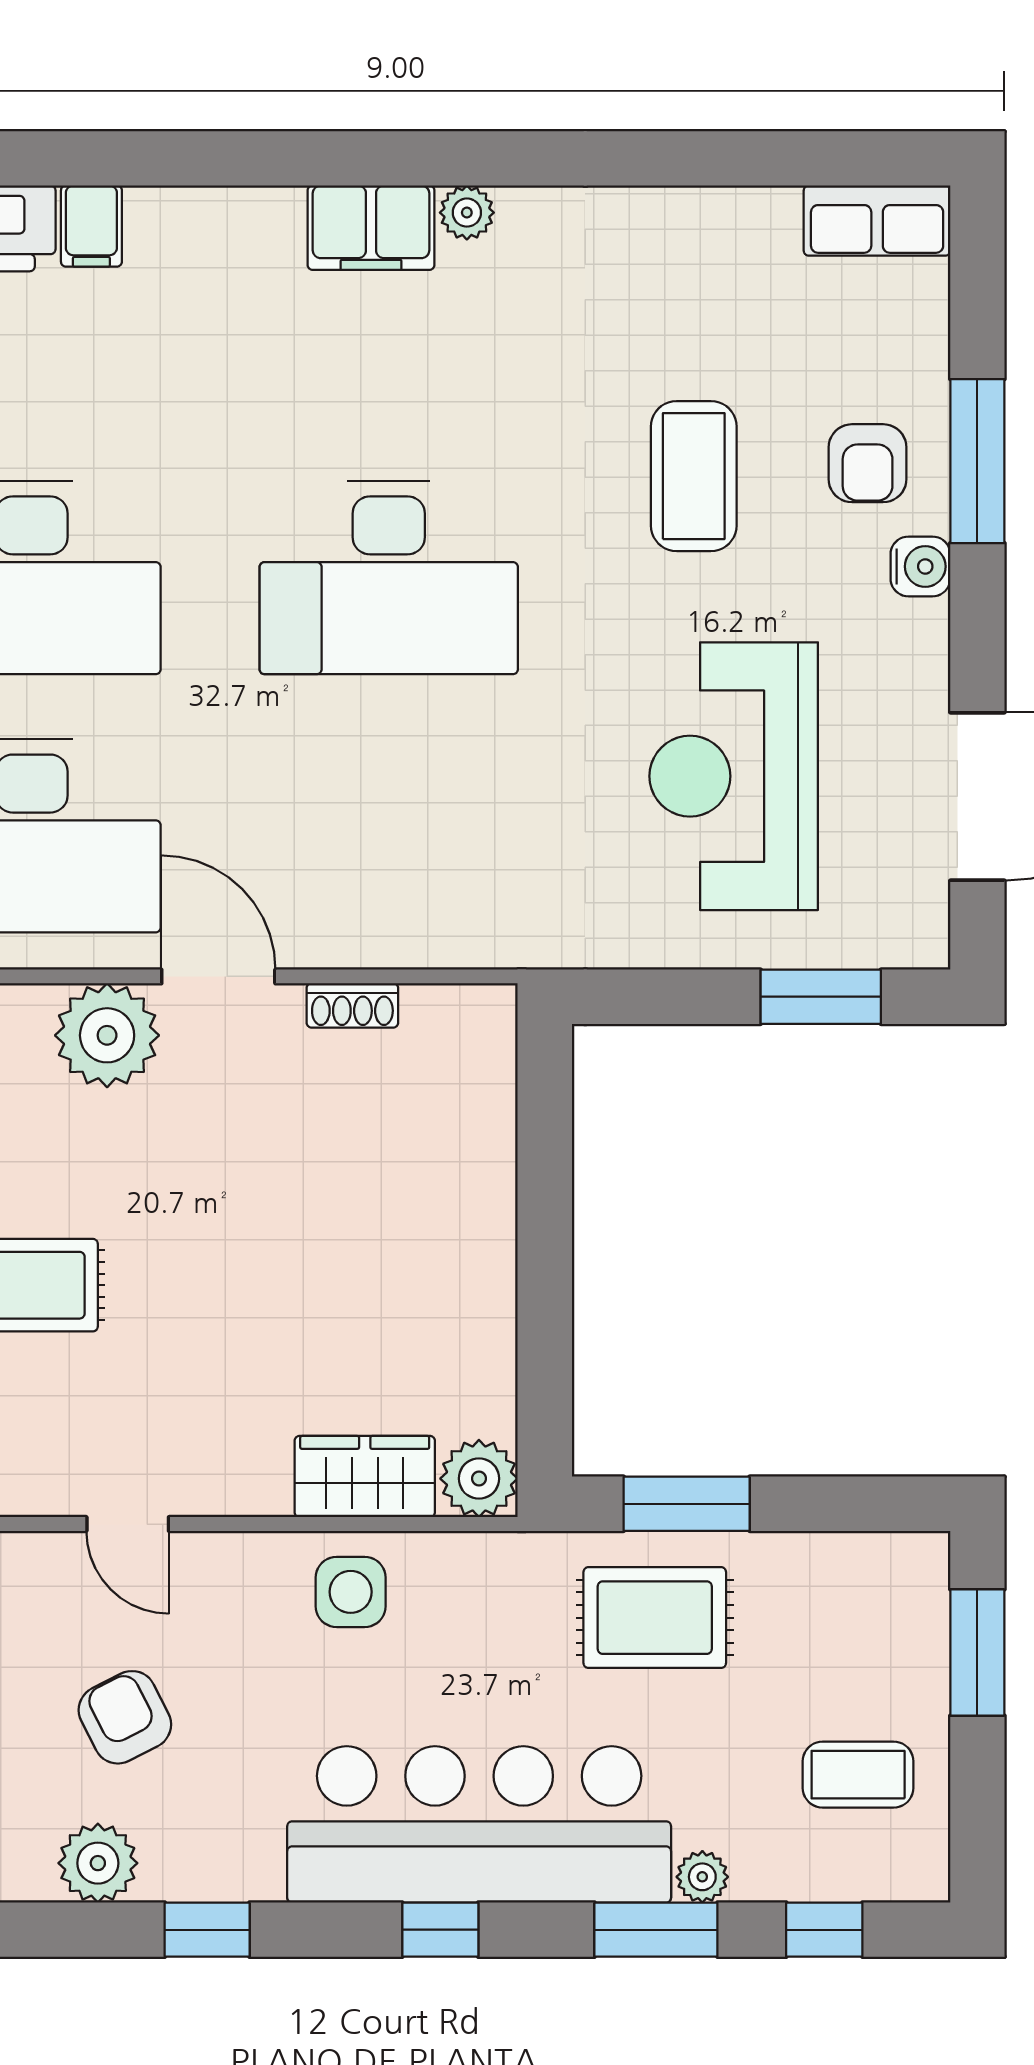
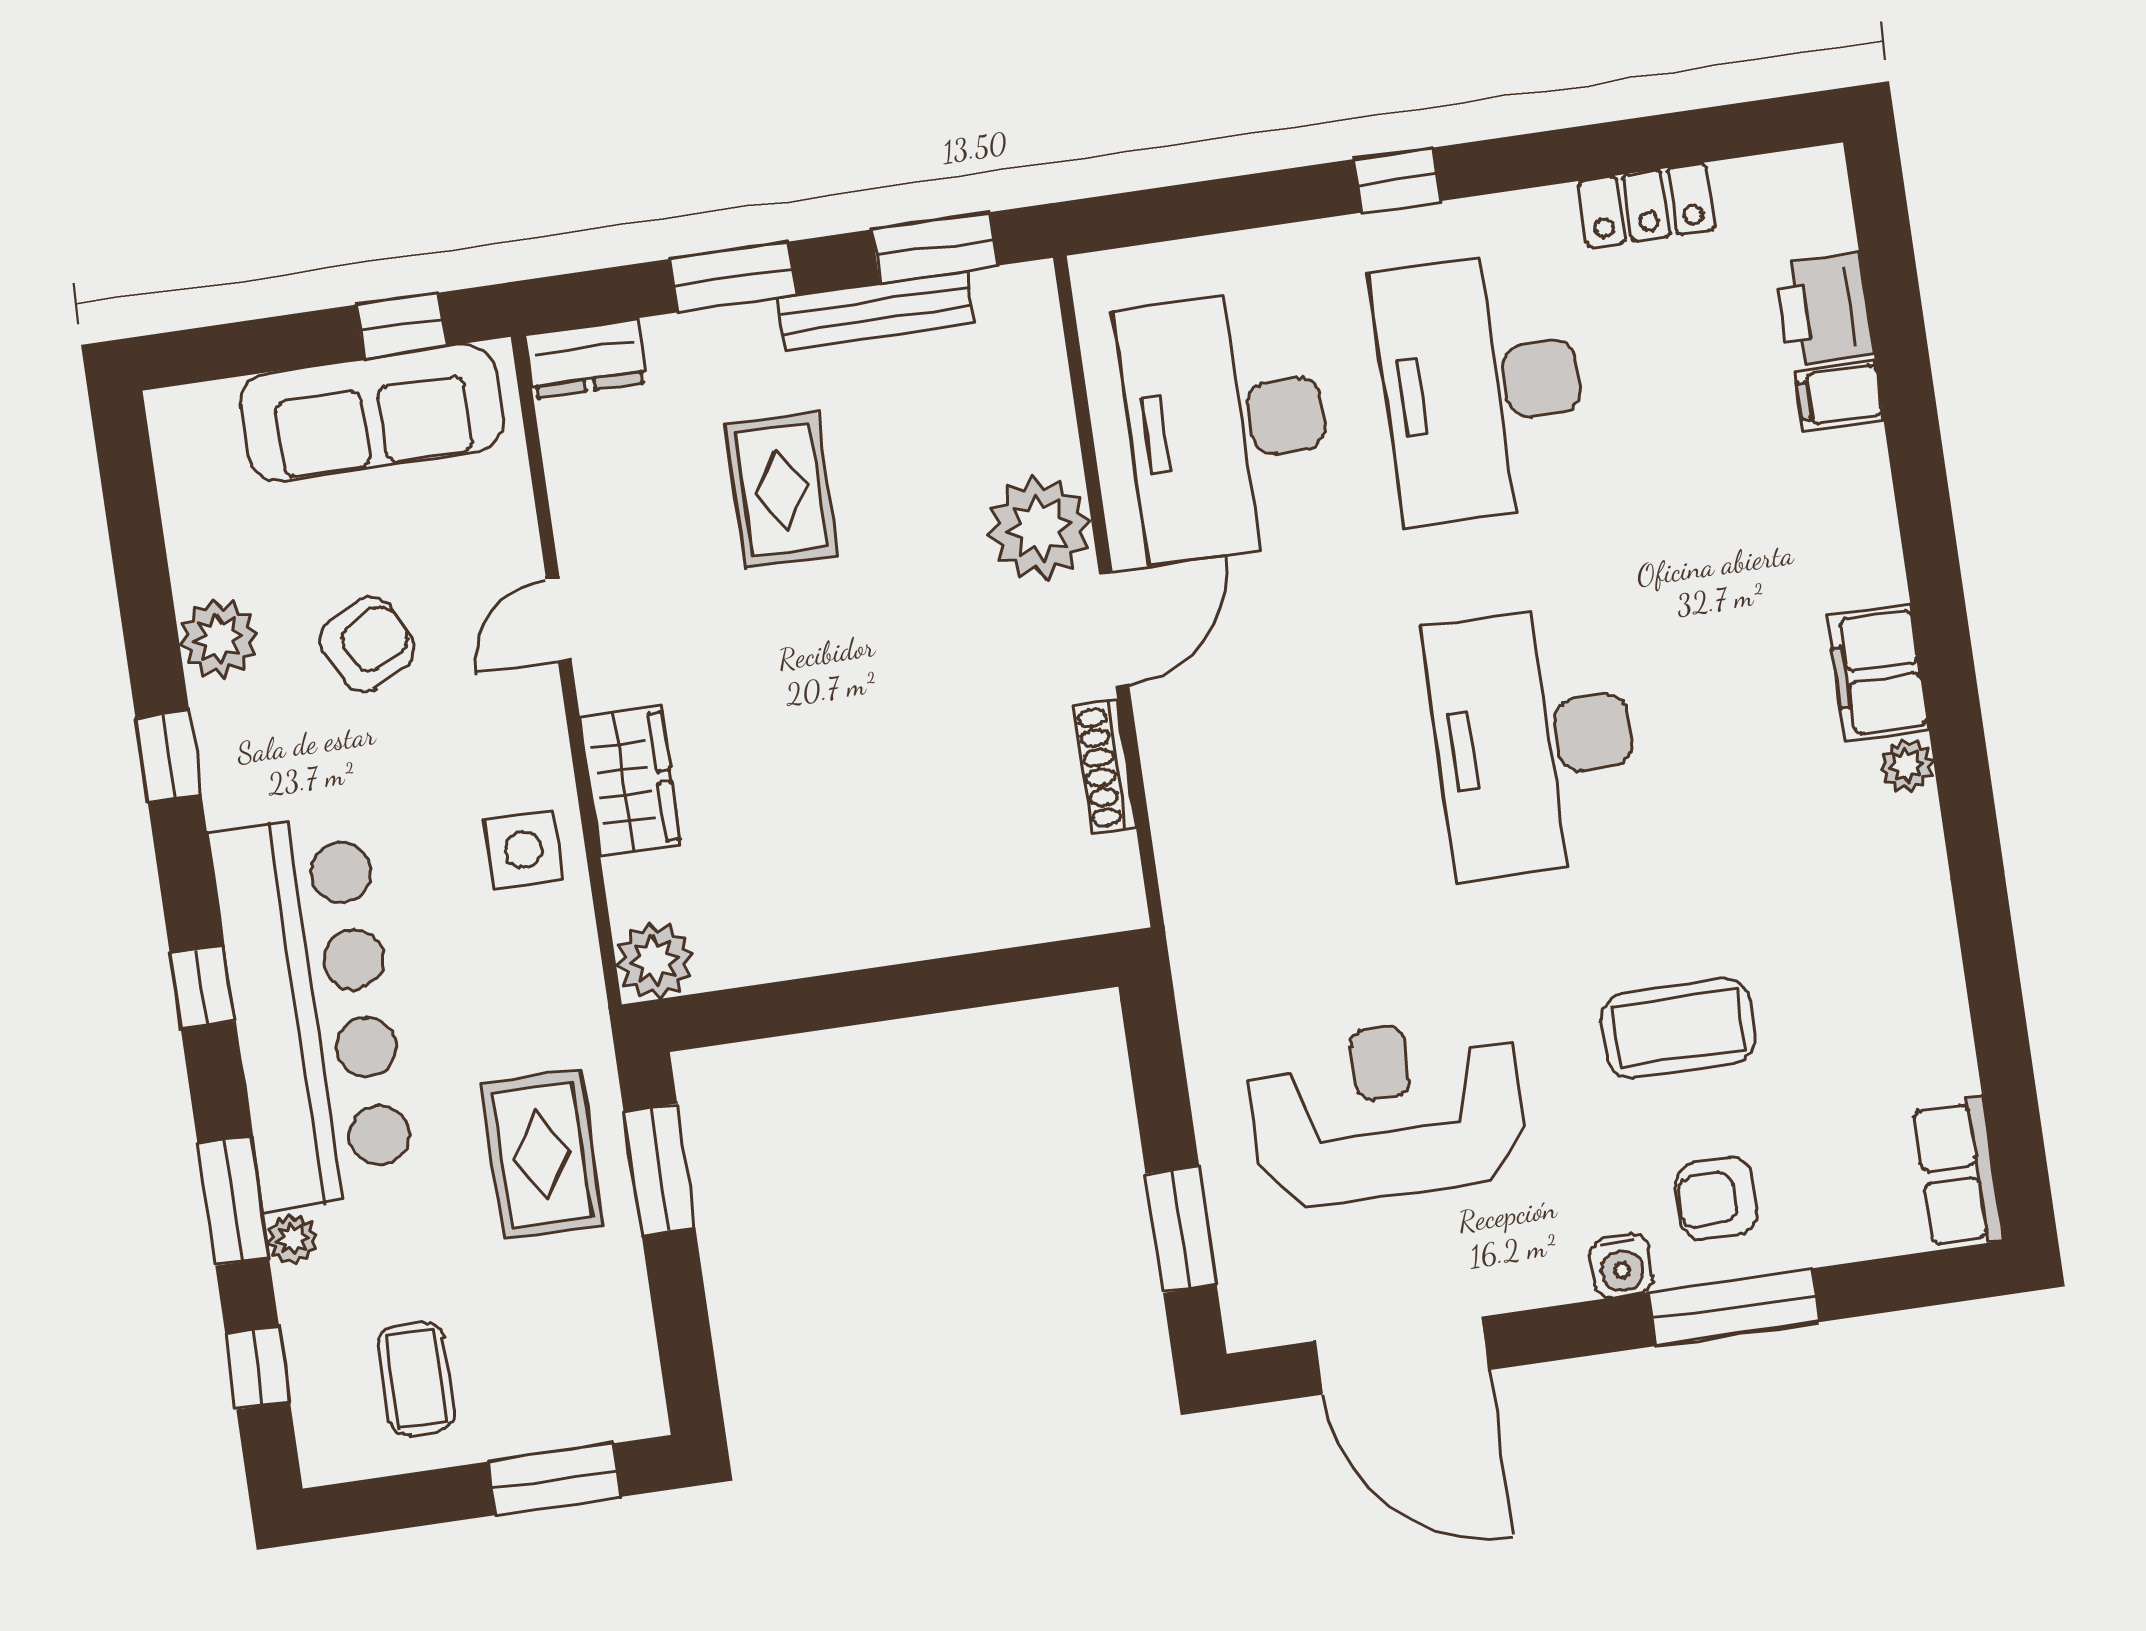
shoe rack: (352, 1005) -> (1105, 767), width x1.43
wardrobe: (365, 1477) -> (630, 781), moved

